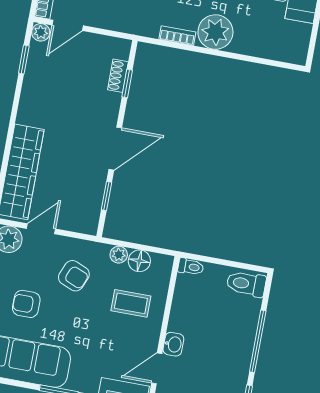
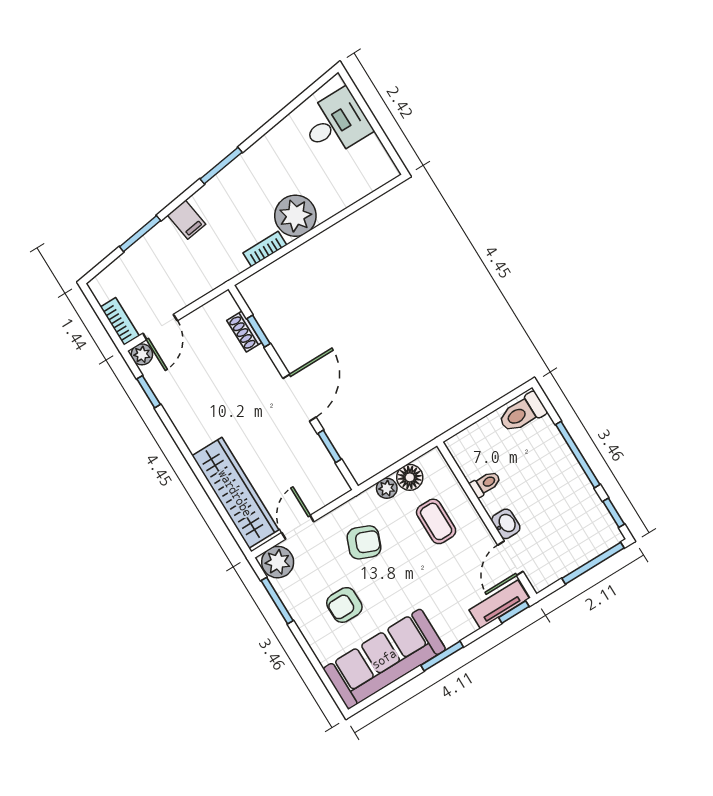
toilet: (191, 267) -> (485, 484), moved
coffee table: (131, 303) -> (436, 521), turned 90

